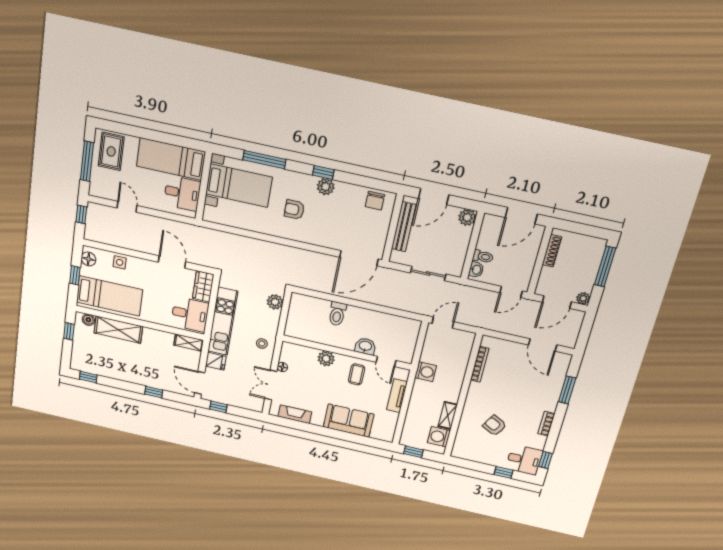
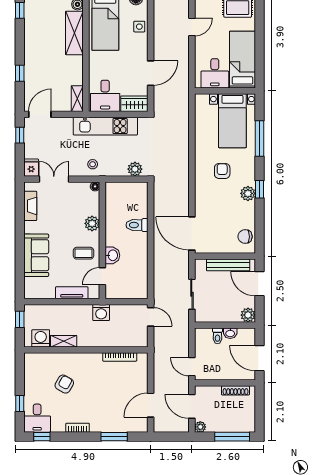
washbasin: (476, 270) -> (230, 333), moved
fridge: (216, 361) -> (31, 168), moved, turned 180
floor lamp: (282, 367) -> (95, 186), moved

